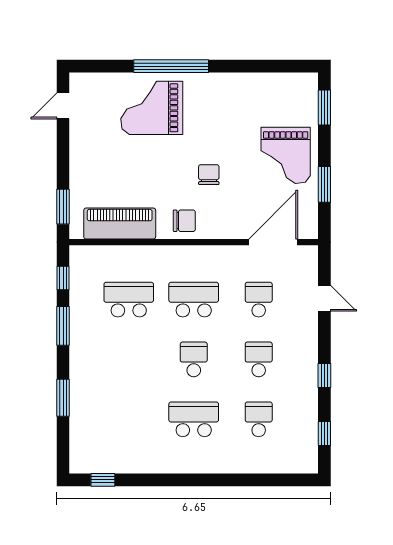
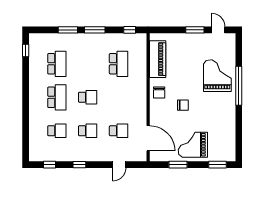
window: (63, 207) -> (195, 30), moved
school desk: (194, 300) -> (57, 64), moved
window: (63, 326) -> (95, 30), moved

